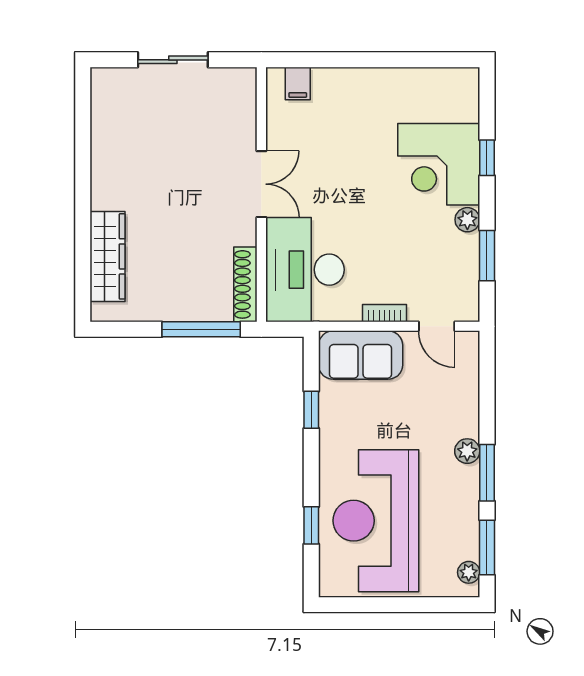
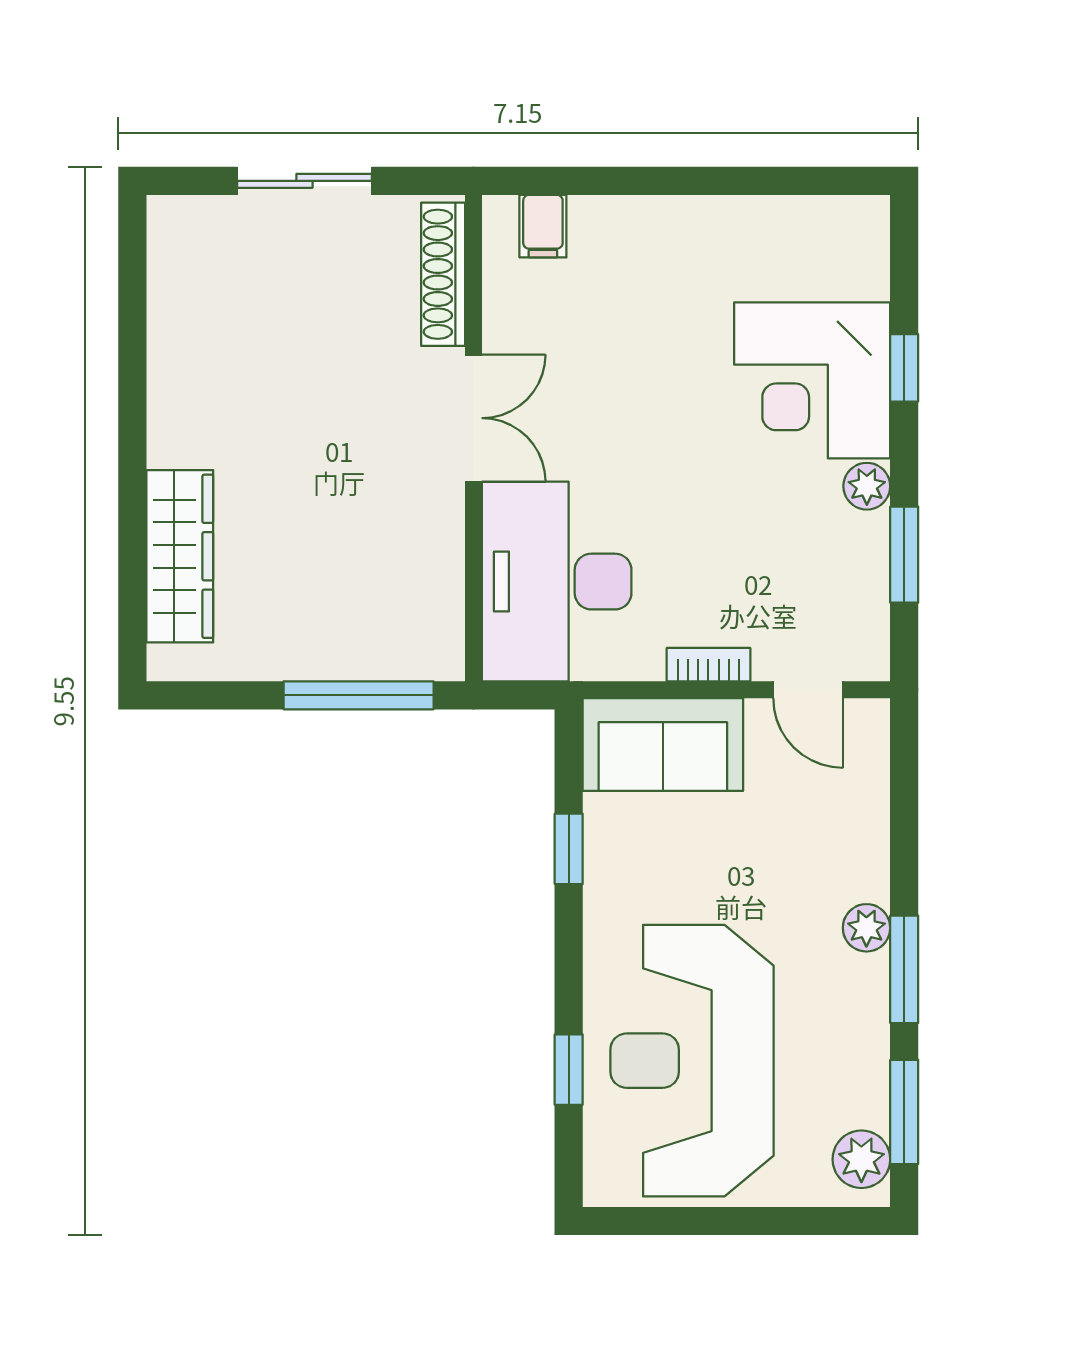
shoe rack: (245, 284) -> (443, 274), moved
plant: (469, 572) -> (861, 1159), width x1.38, depth x1.38

